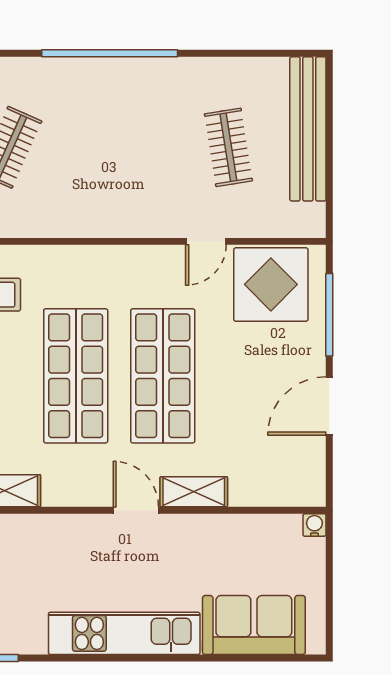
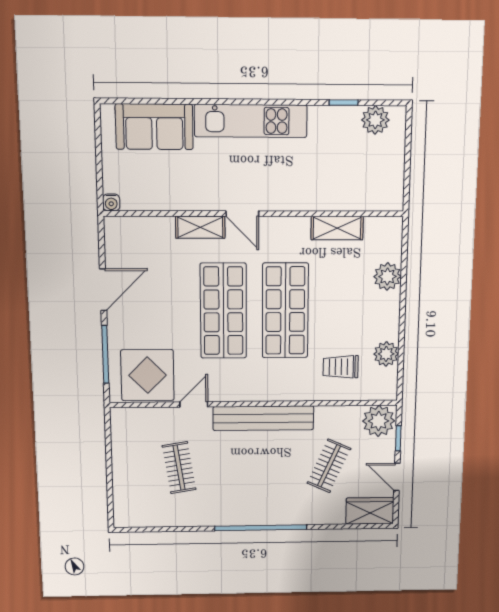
bench: (308, 129) -> (263, 418), moved, turned 90

